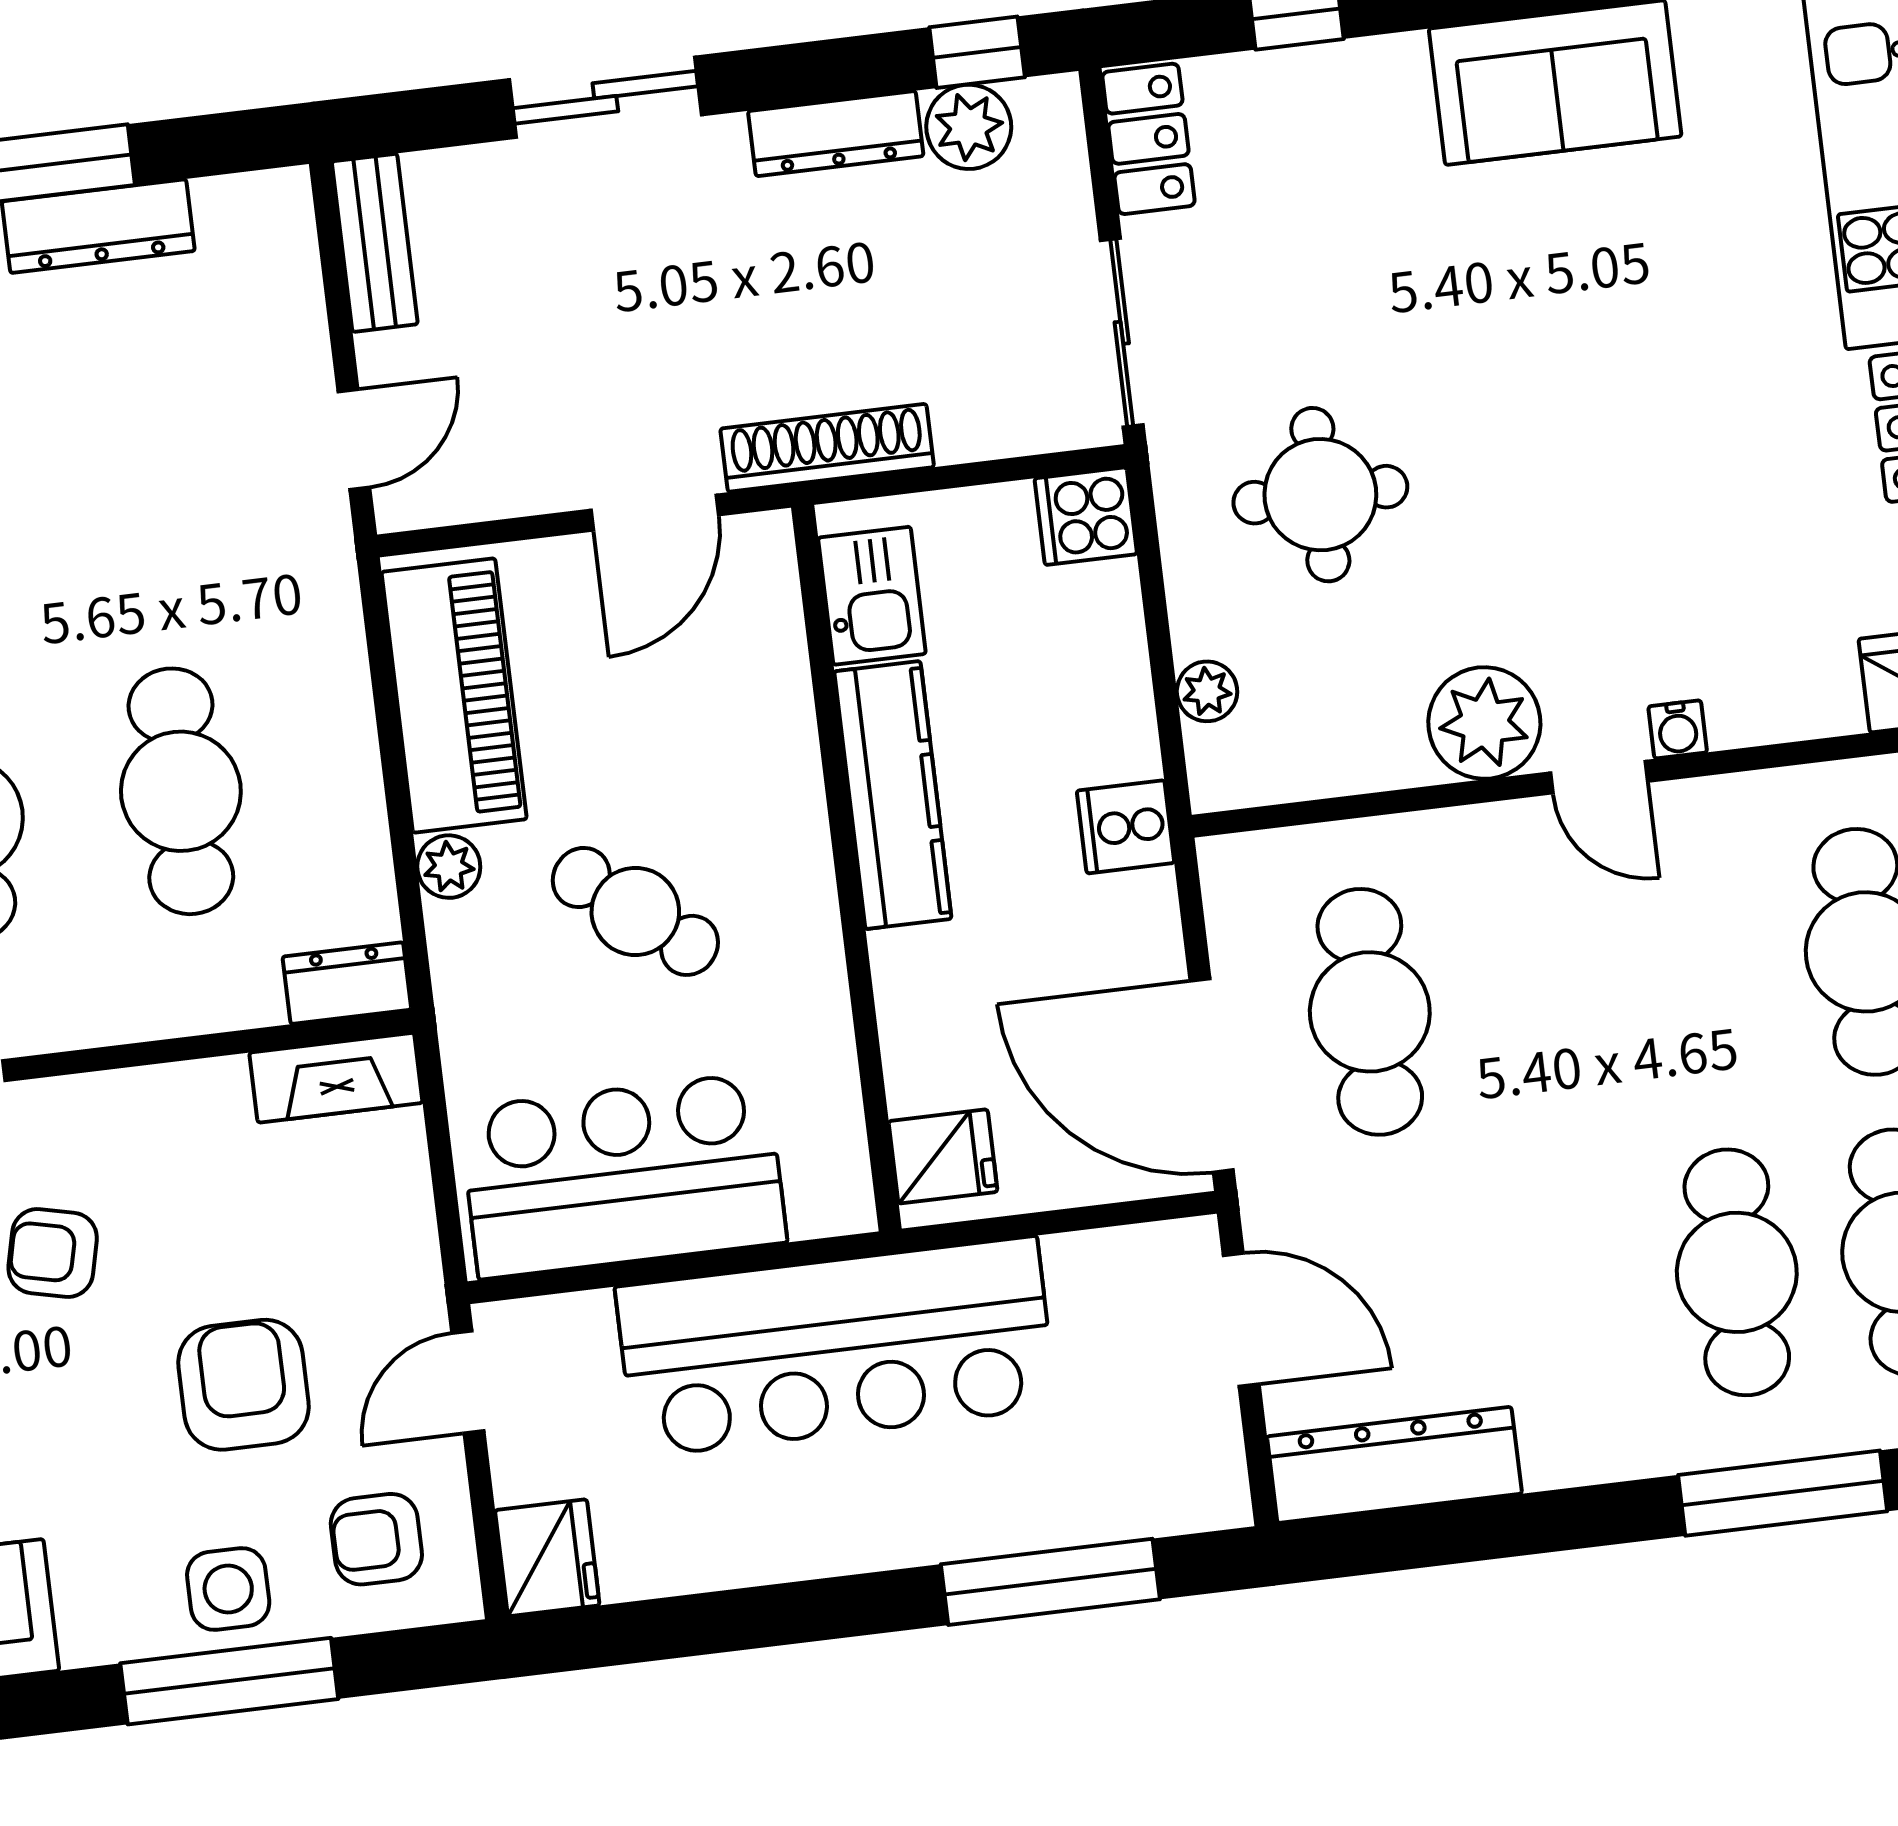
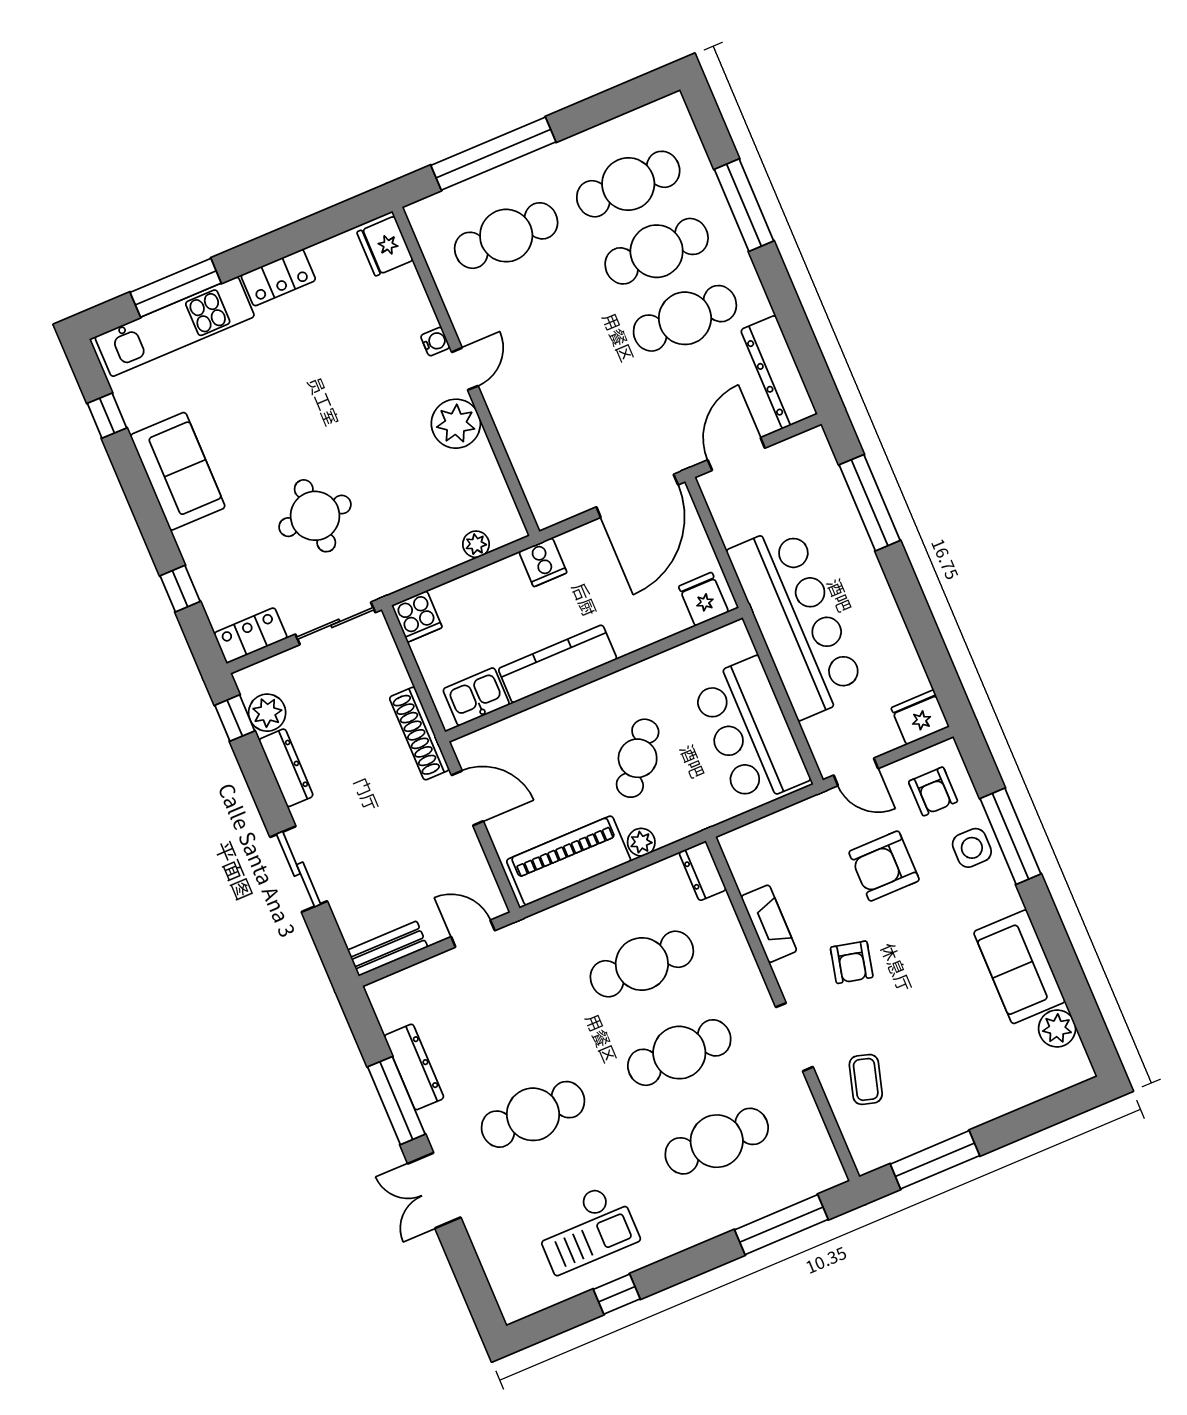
round table: (1320, 495) -> (315, 516), moved
cafe table: (1370, 1012) -> (685, 318), moved
fireplace: (336, 1078) -> (769, 924), moved

